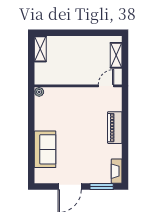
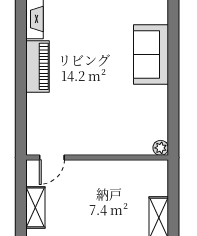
piano: (115, 128) -> (38, 66), moved

